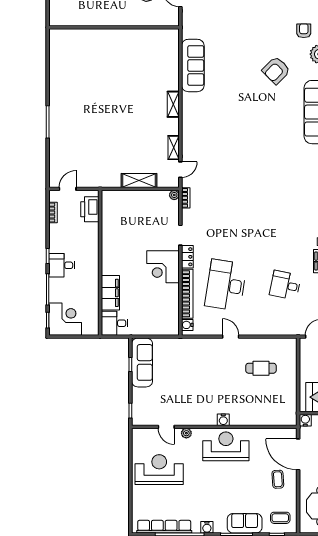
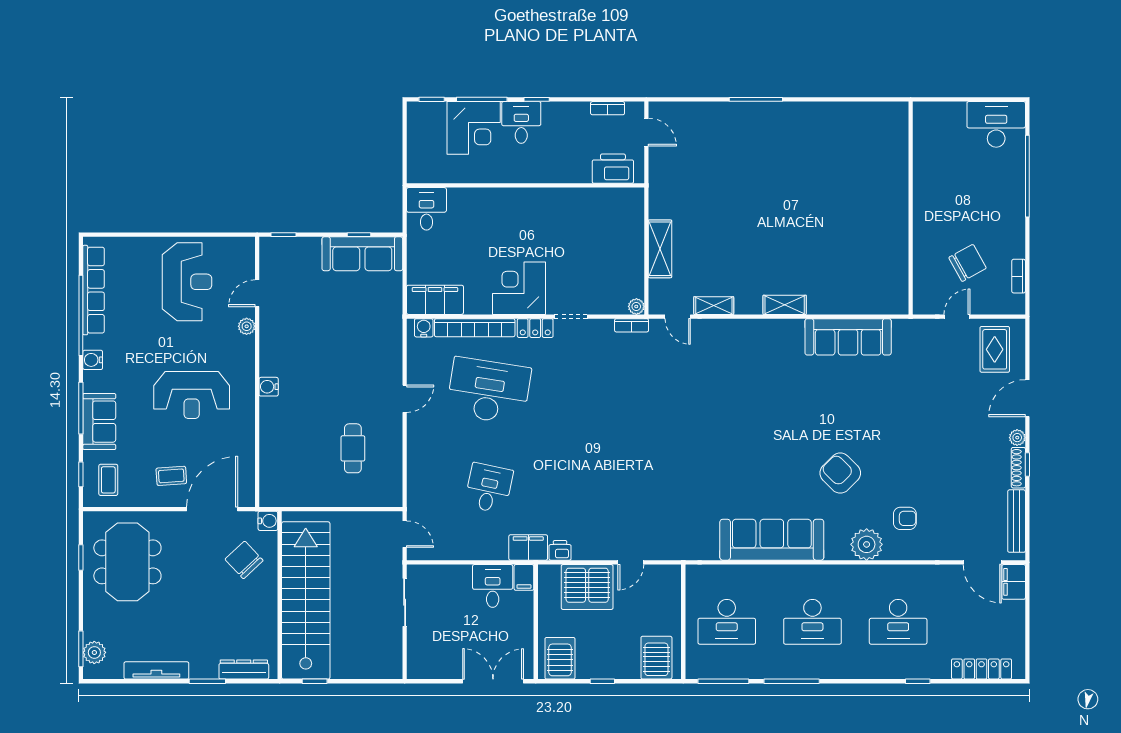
filing cabinet: (110, 293) -> (435, 300), moved, turned 180
corner desk: (65, 319) -> (474, 128), moved
reception desk: (226, 446) -> (192, 395), moved, turned 90

